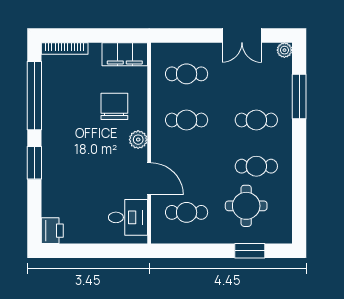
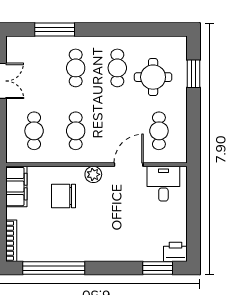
plant: (284, 50) -> (13, 43), removed
window: (34, 163) -> (158, 268), moved

